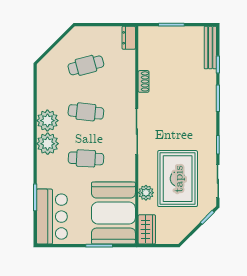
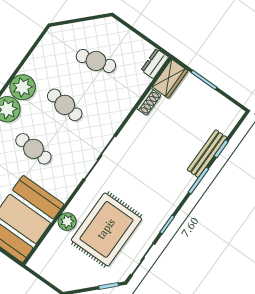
bench: (210, 48) -> (207, 154), moved
shoe rack: (144, 81) -> (149, 102), moved
wardrobe: (147, 229) -> (170, 79), moved

